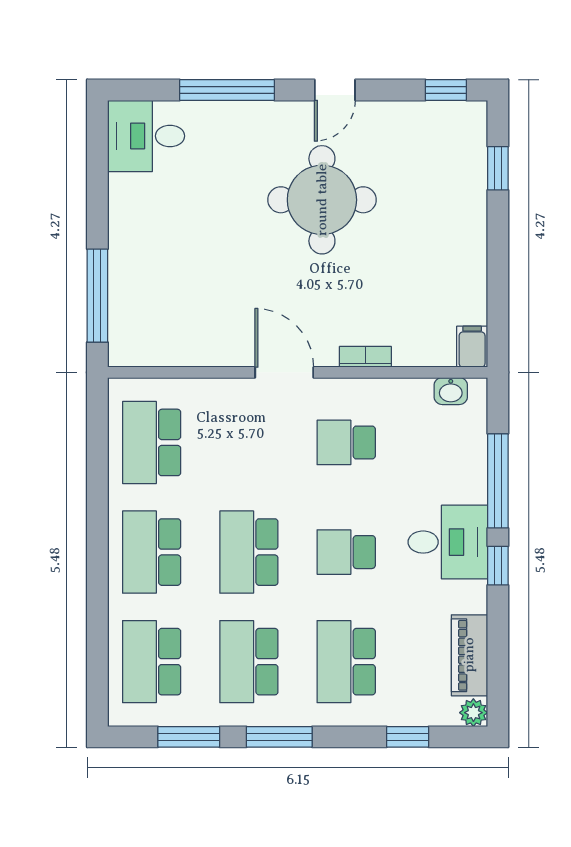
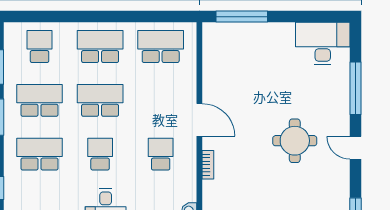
desk: (146, 136) -> (323, 44), width x1.37
round table: (322, 200) -> (295, 141), width x0.73, depth x0.73
door: (284, 372) -> (199, 120), hinge flipped
school desk: (152, 662) -> (40, 47), width x0.54

